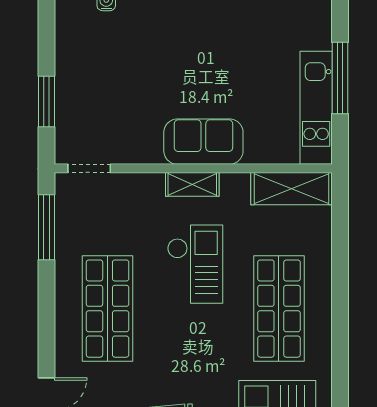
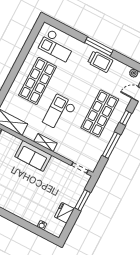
fridge: (72, 54) -> (64, 213), added
window: (46, 227) -> (111, 145), moved
window: (46, 328) -> (126, 118), added

